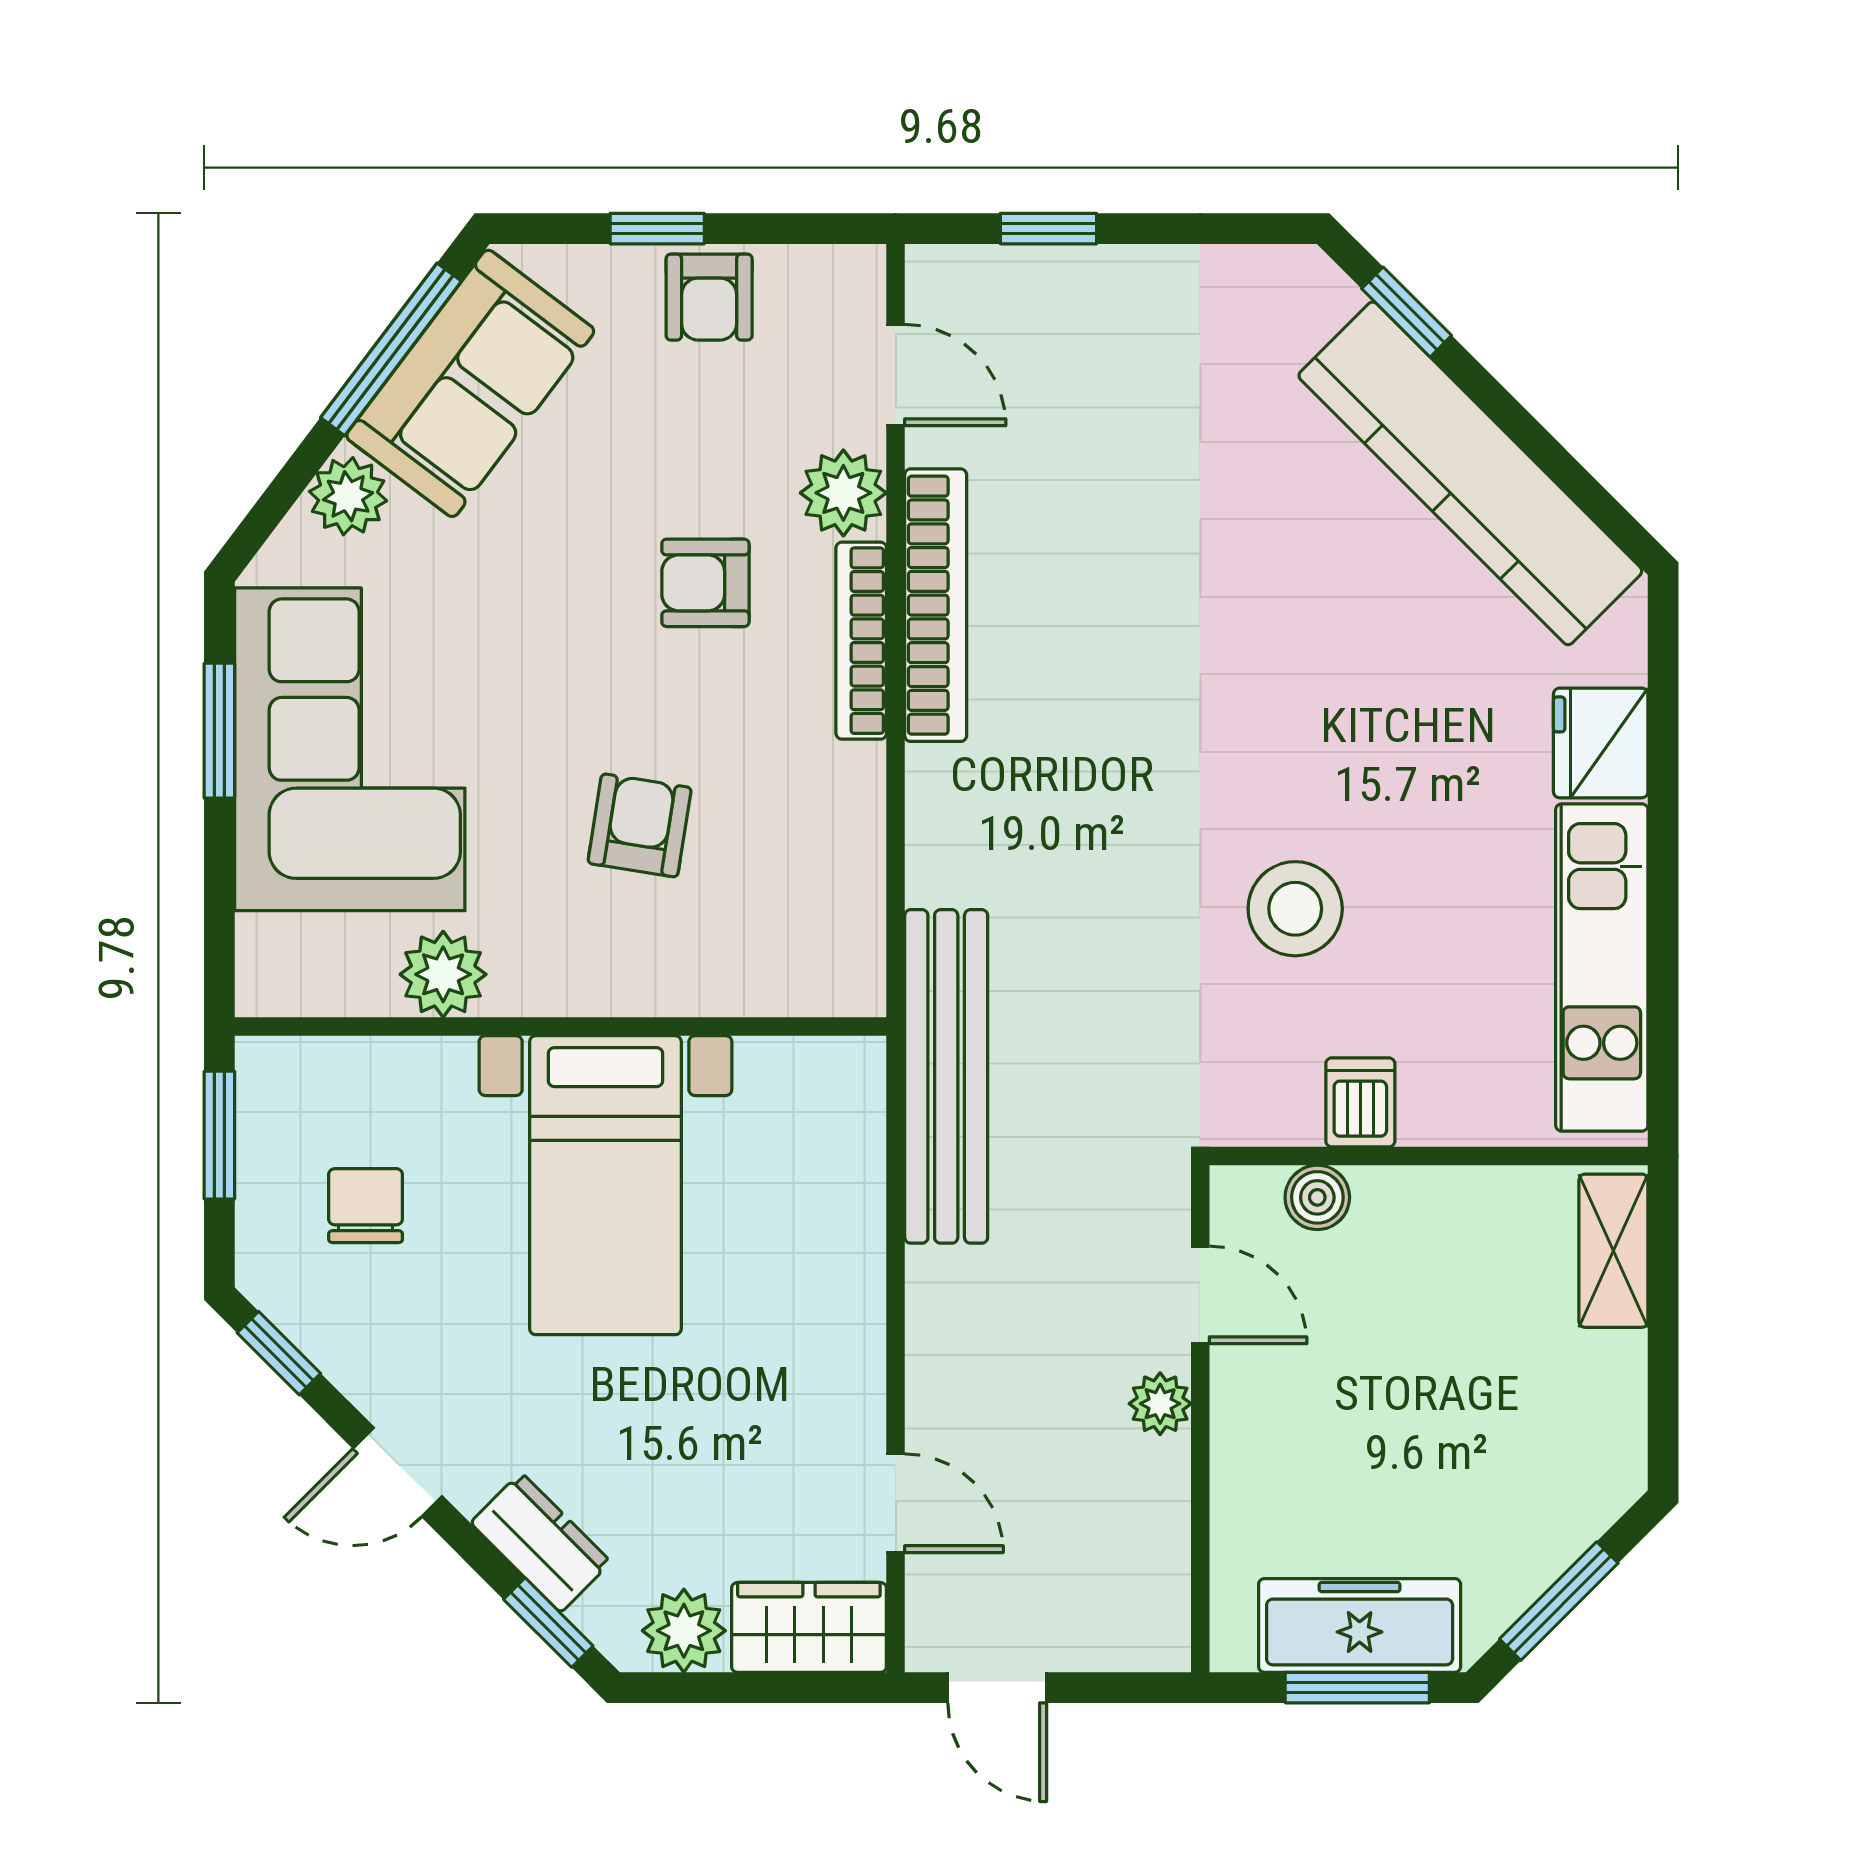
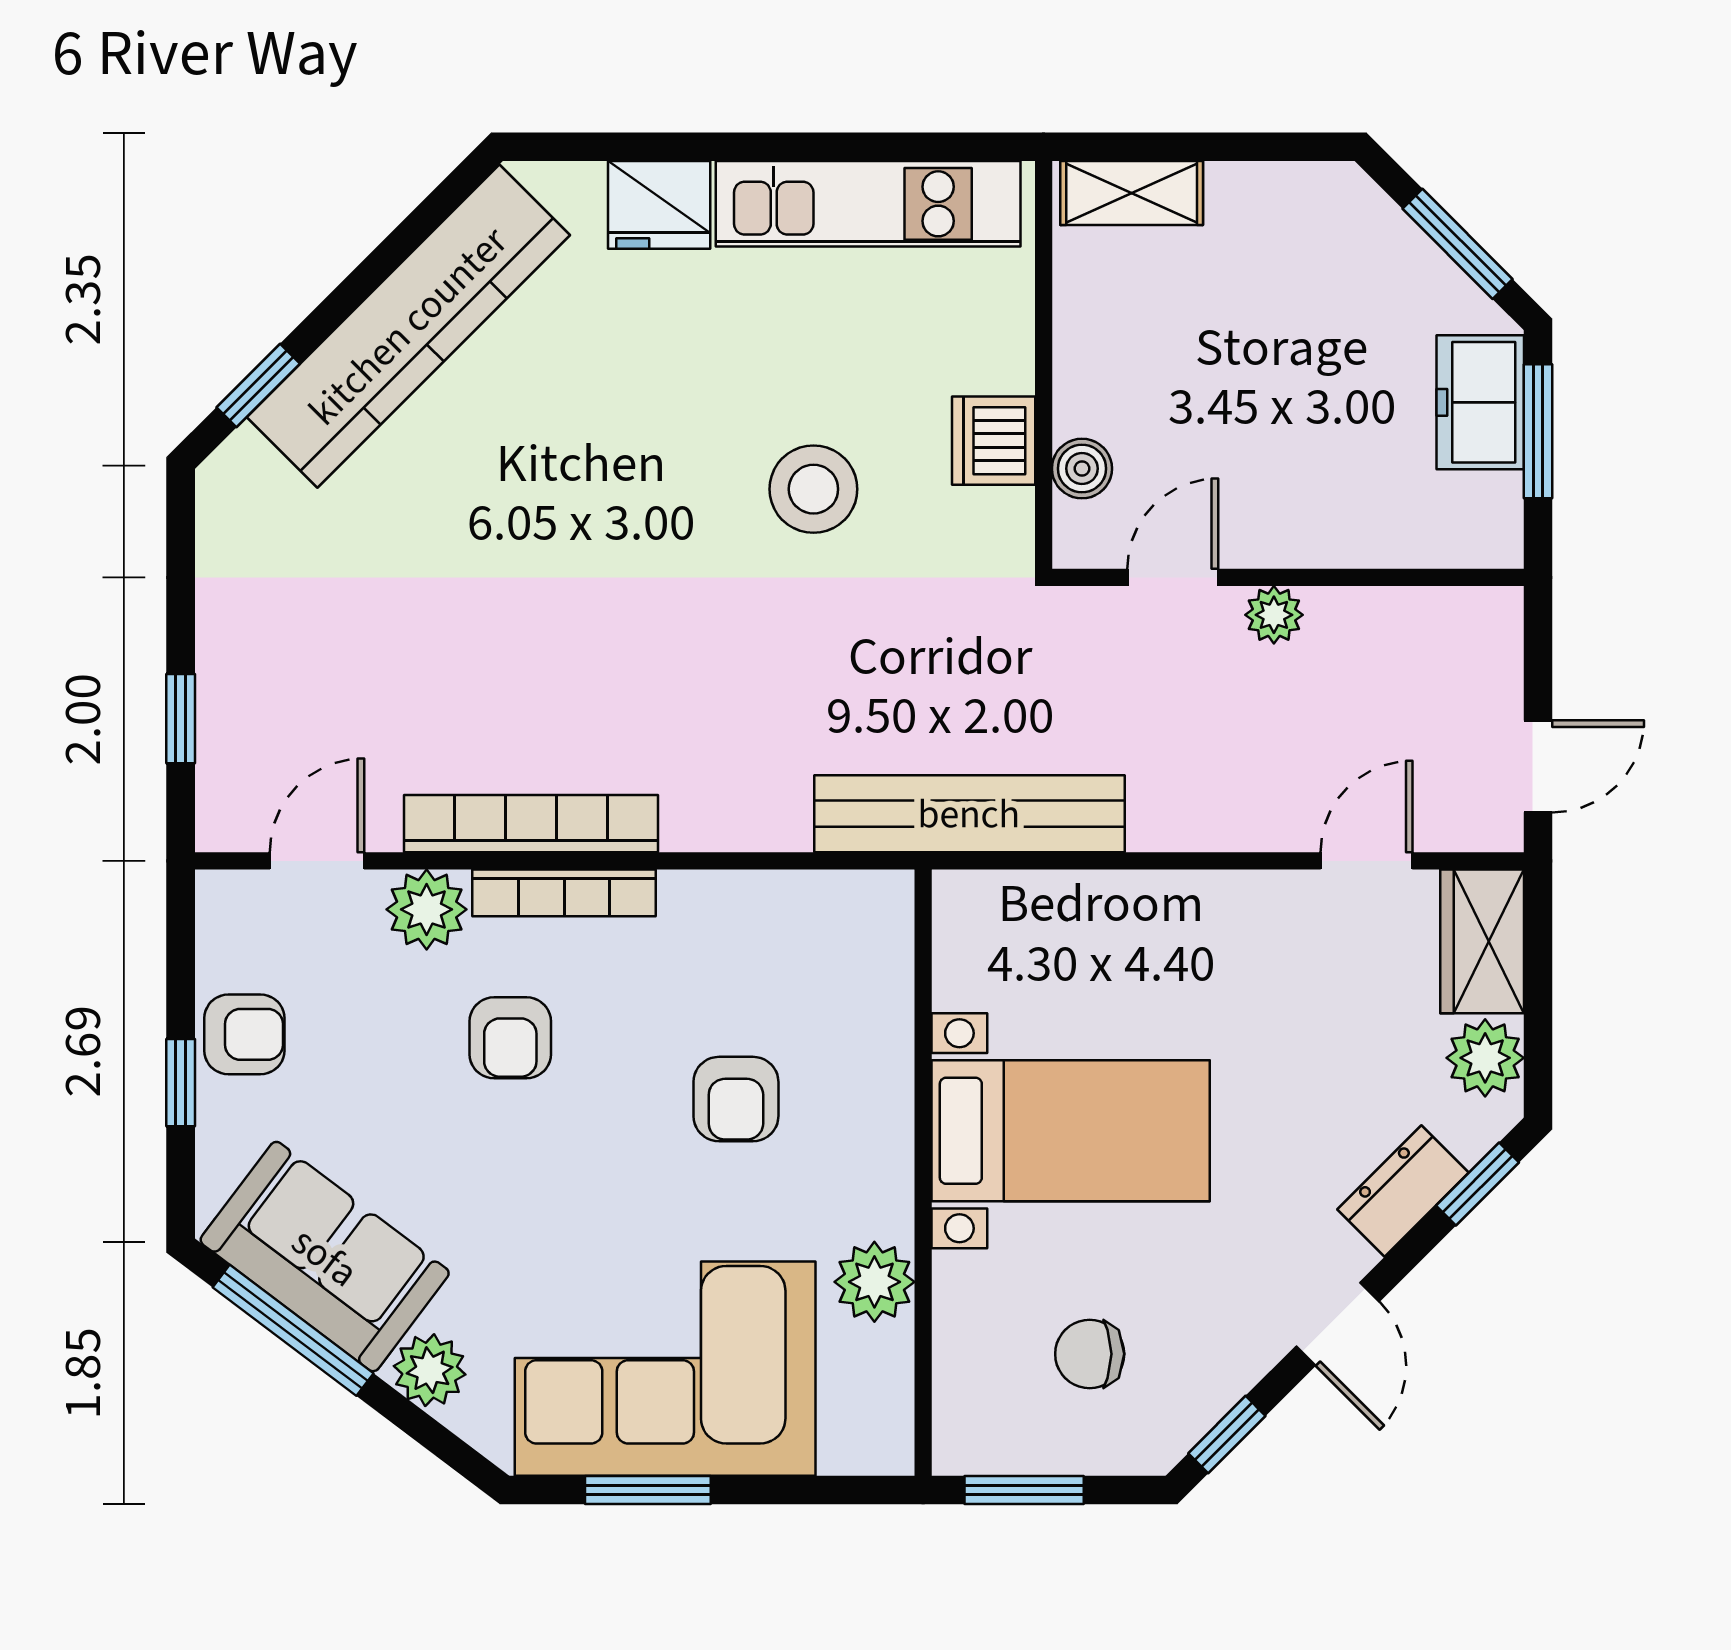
armchair: (640, 825) -> (736, 1099), turned -99
dishwasher: (1360, 1102) -> (994, 441), width x1.38
freezer: (1360, 1625) -> (1480, 402), width x0.71

